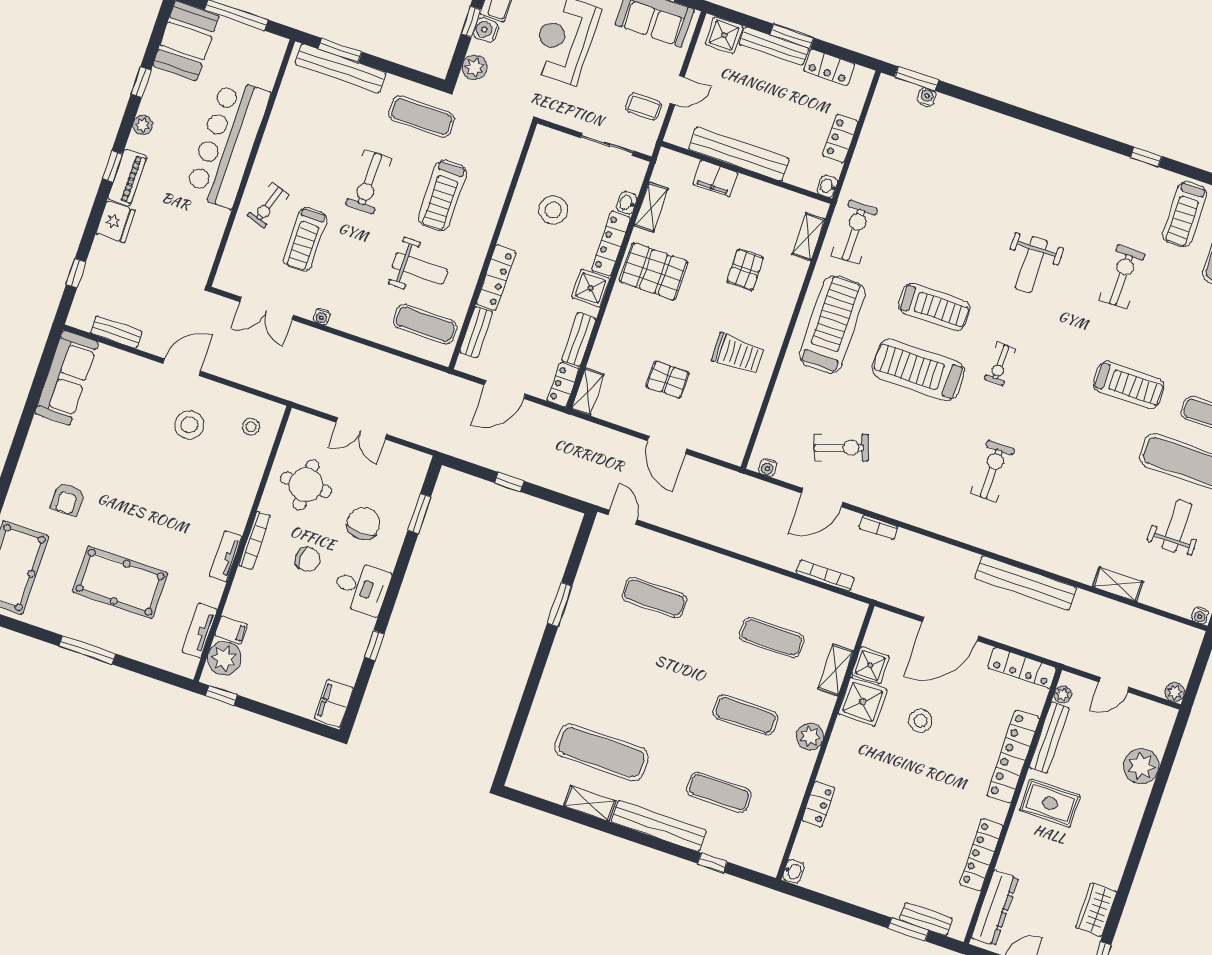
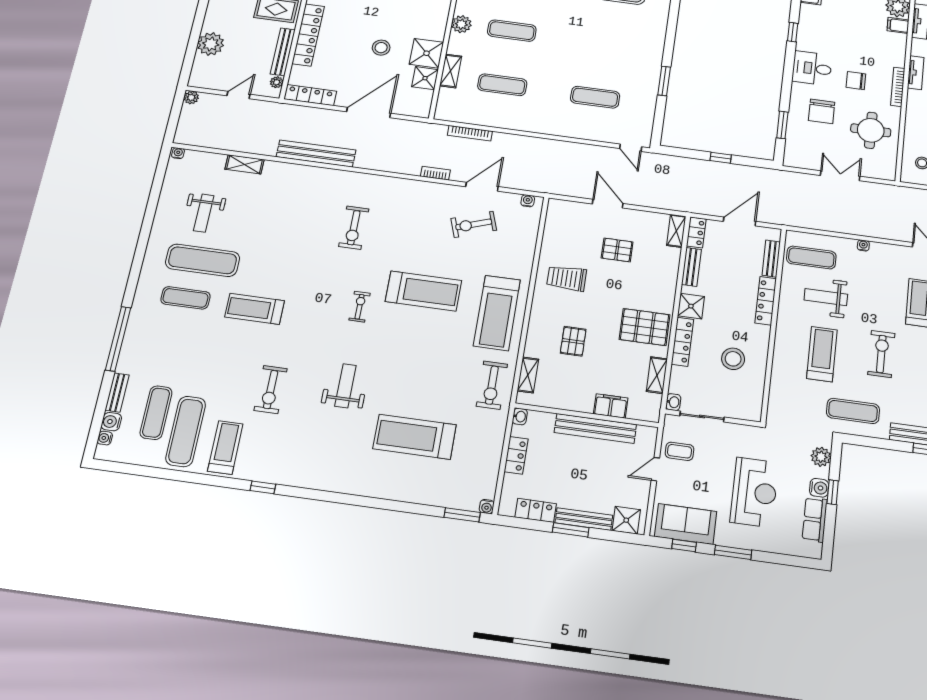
water cooler: (927, 97) -> (487, 507), moved
washbasin: (627, 203) -> (673, 402), moved
treadmill: (934, 307) -> (415, 437), moved, width x1.37, depth x1.38
water cooler: (322, 317) -> (863, 245), moved

